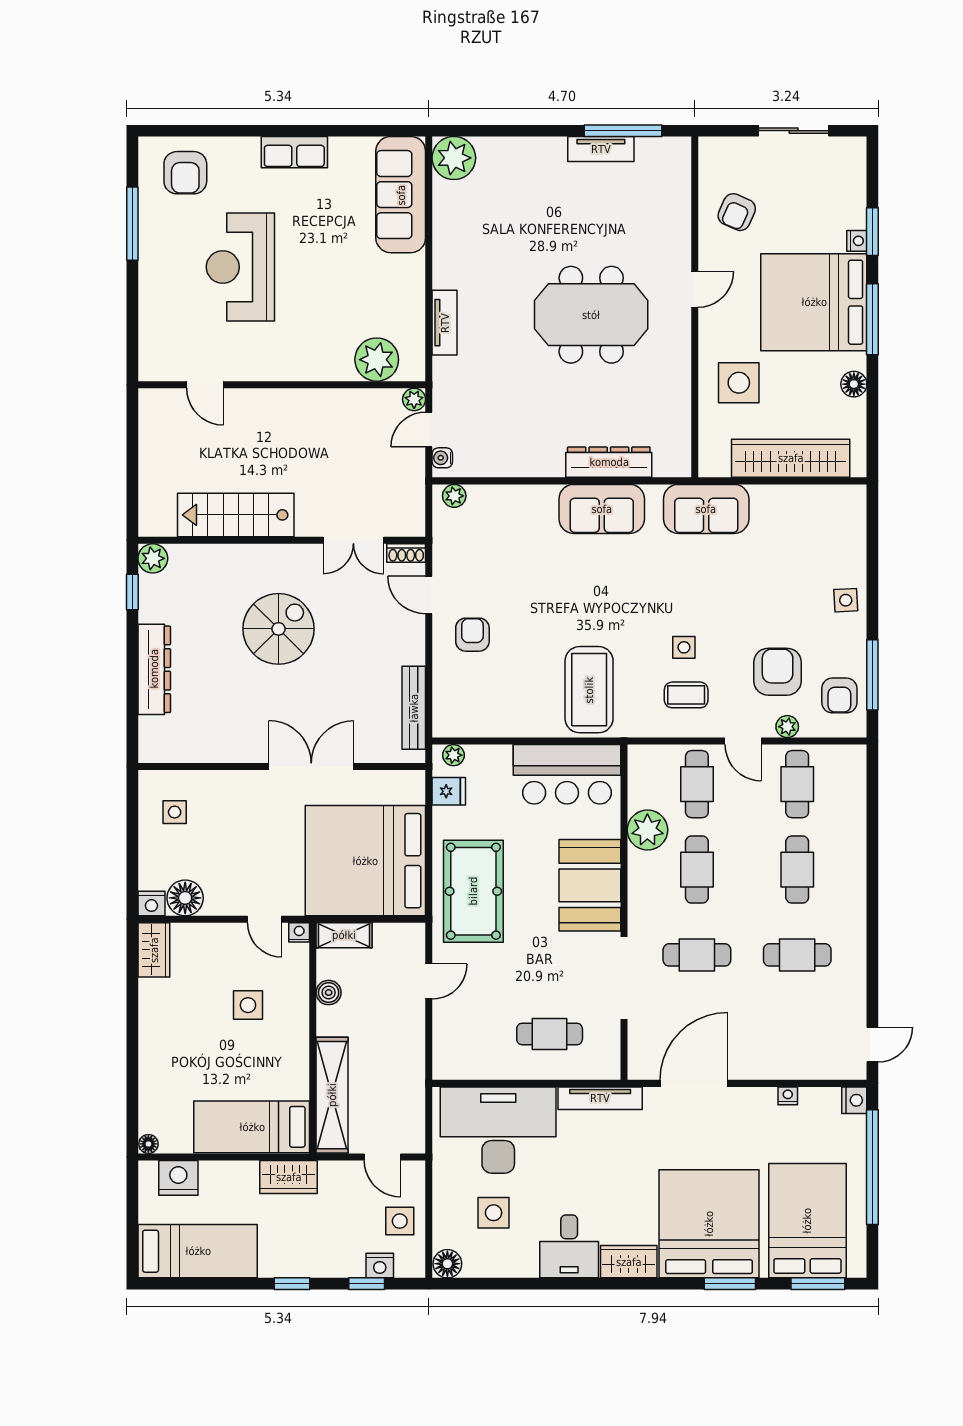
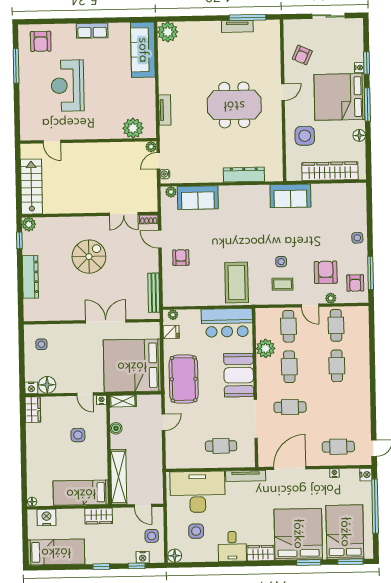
sofa: (602, 509) -> (198, 198), moved
stairs: (236, 515) -> (31, 187), moved, turned 90
cafe table: (797, 955) -> (338, 447), moved

